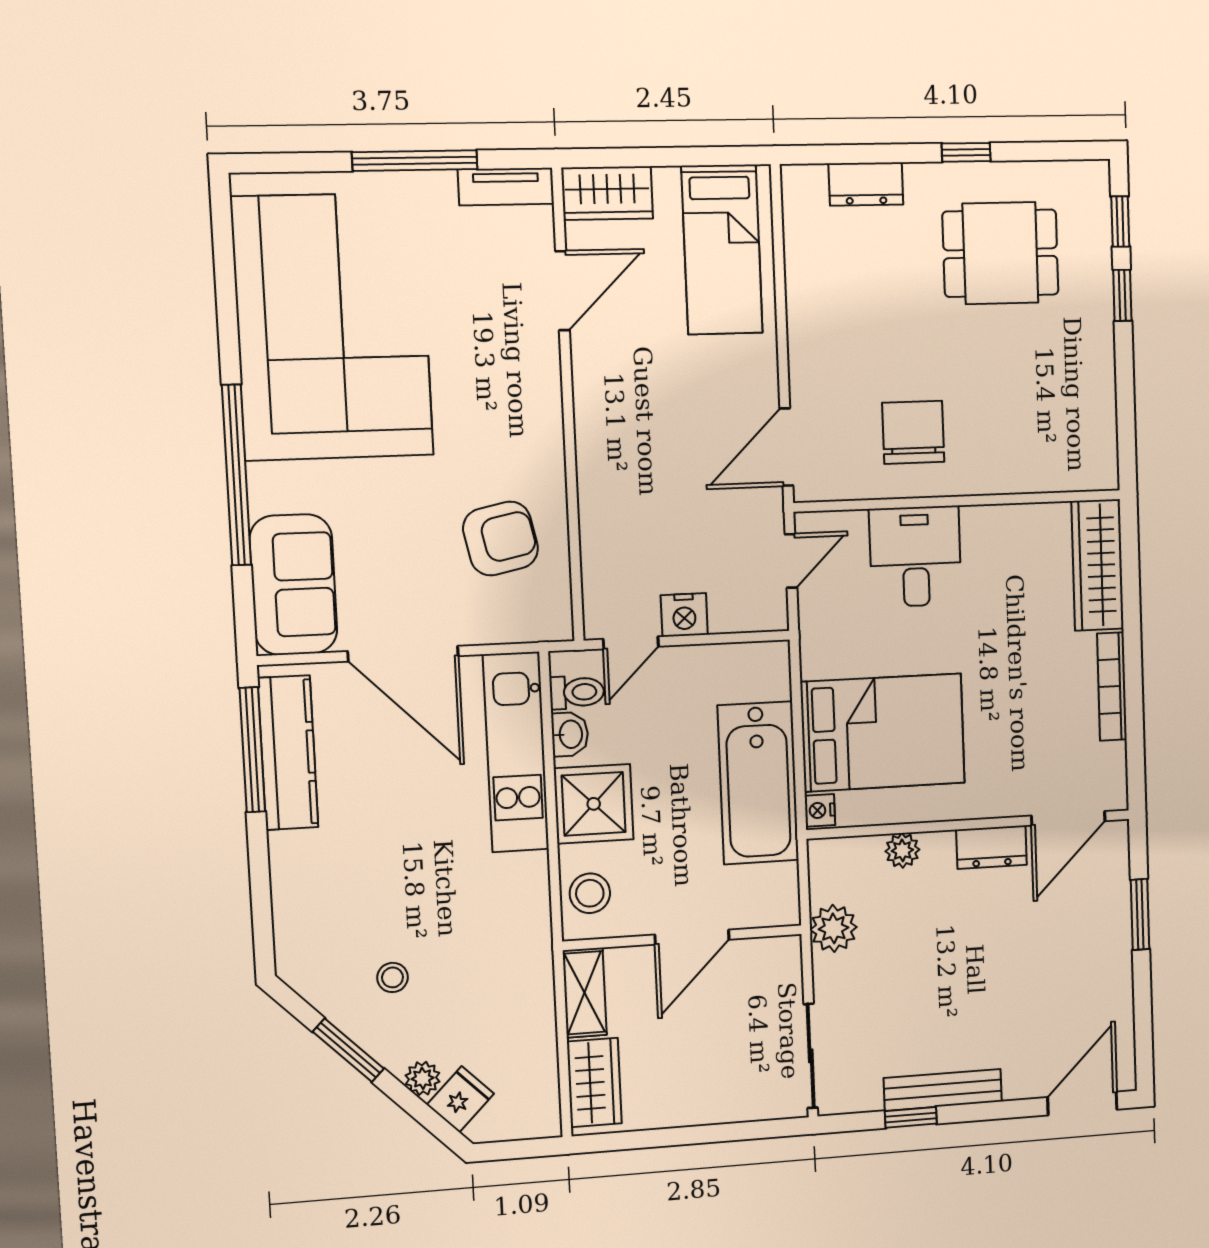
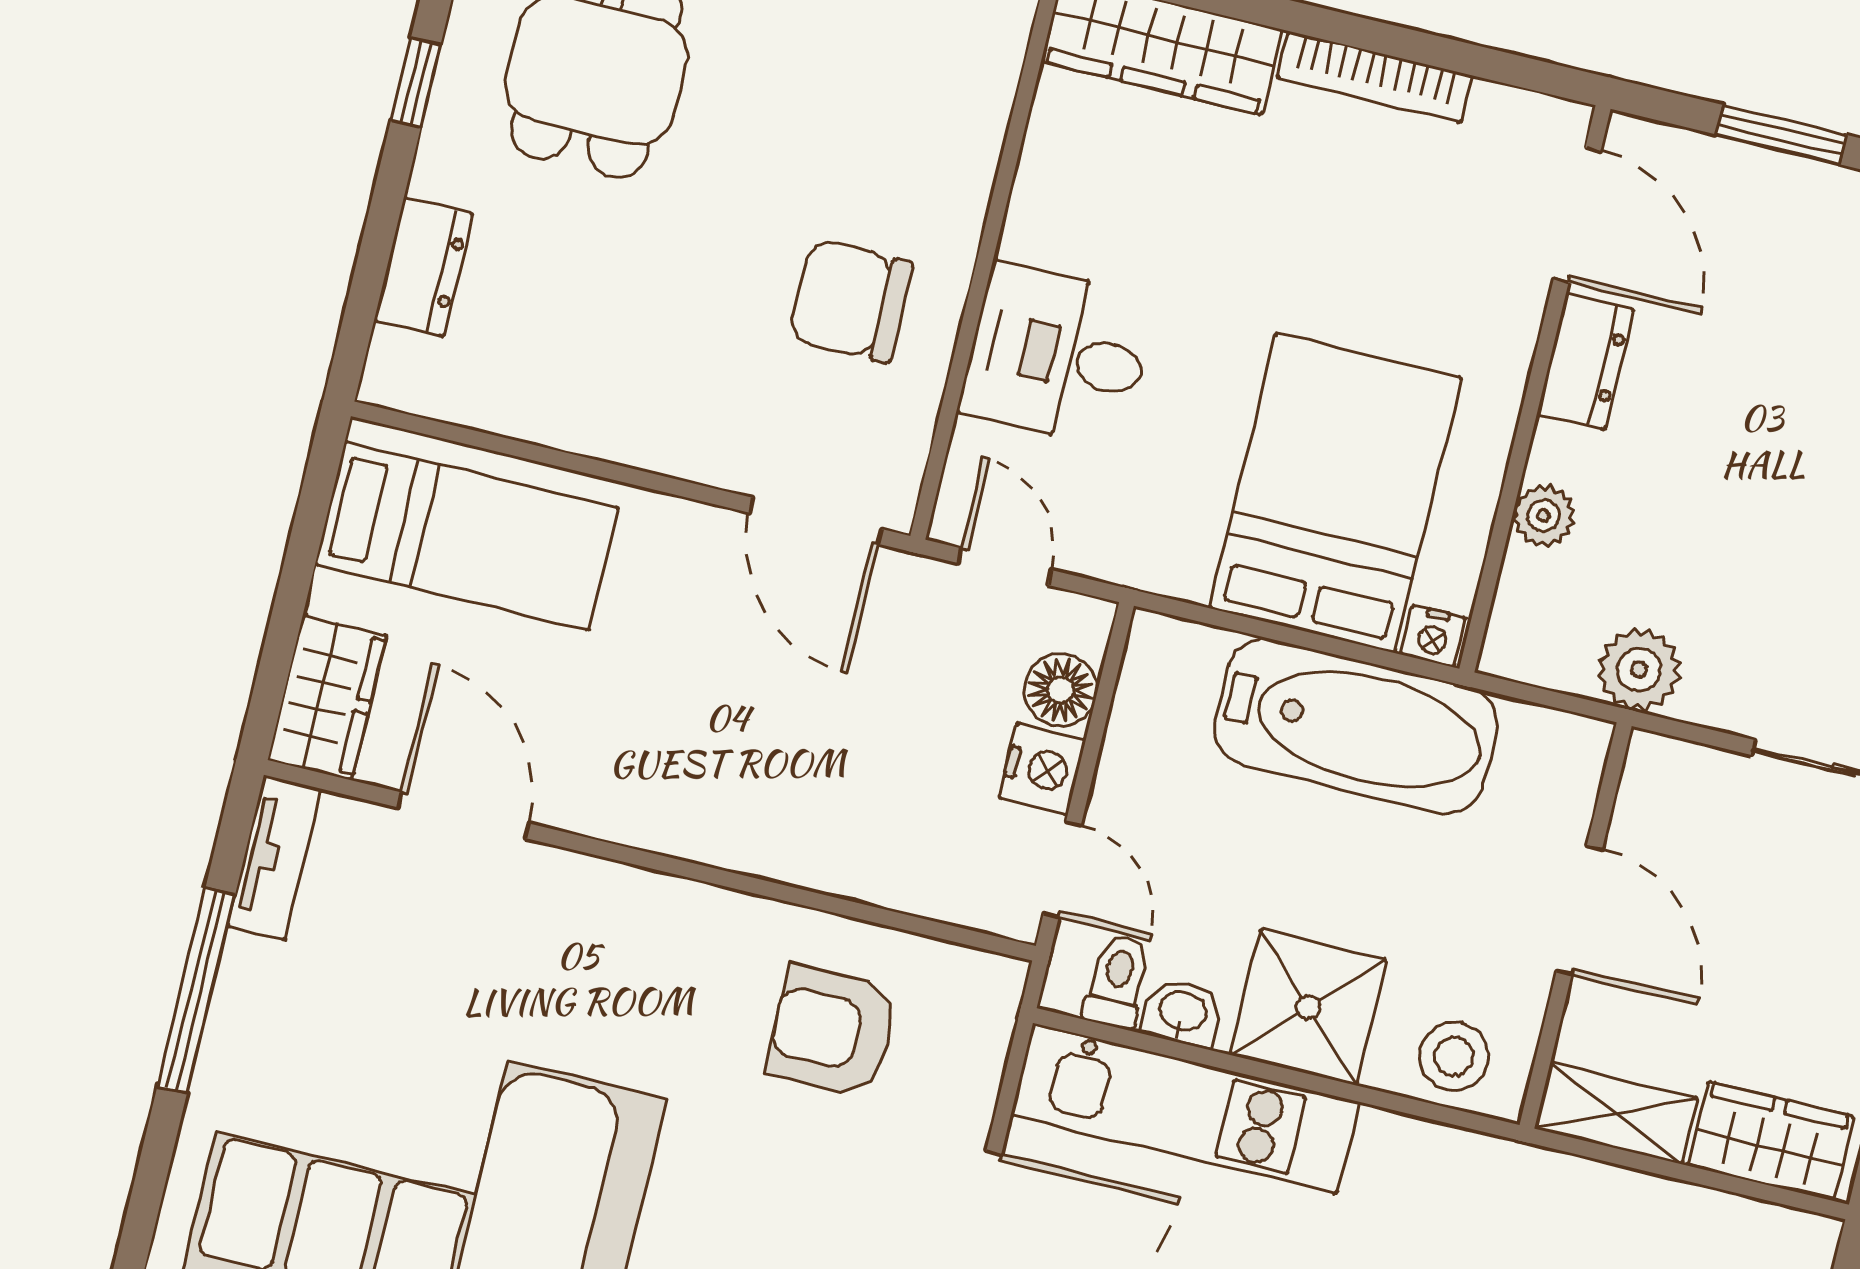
armchair: (501, 539) -> (832, 1031), turned -78
floor lamp: (731, 612) -> (1061, 690), added

